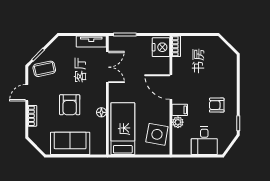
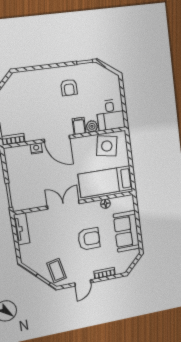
nightstand: (161, 47) -> (36, 148), moved, width x0.53, depth x0.56
double door: (107, 67) -> (63, 205), moved
door: (171, 87) -> (57, 139), hinge flipped
door: (27, 93) -> (83, 283), hinge flipped
floor lamp: (101, 112) -> (105, 204), moved
desk: (204, 141) -> (111, 115), moved, turned 90

